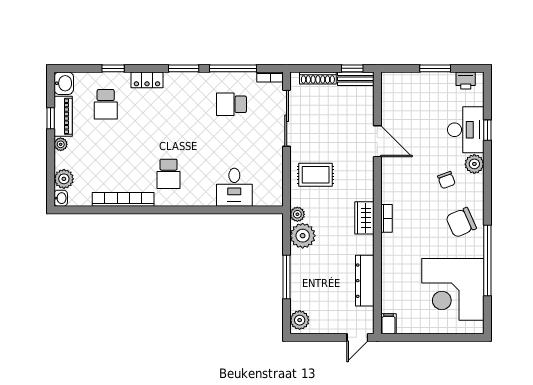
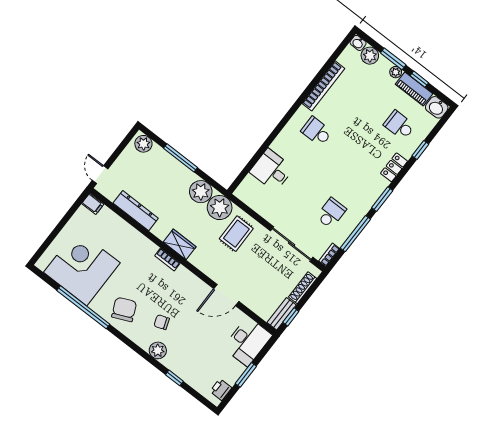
desk: (466, 130) -> (248, 341), moved, turned -90
window: (51, 156) -> (393, 59), added
plant: (297, 214) -> (220, 208), width x1.88, depth x1.88

